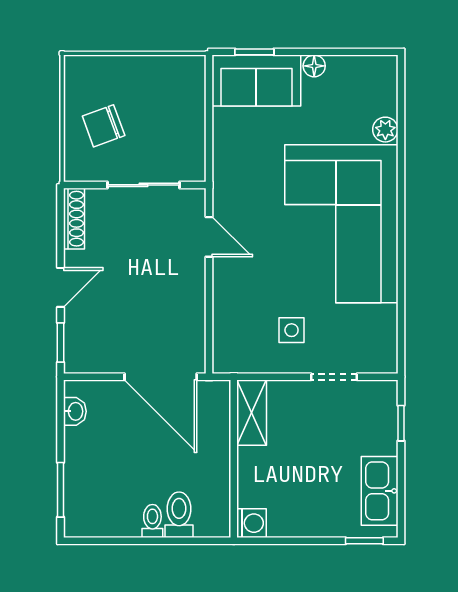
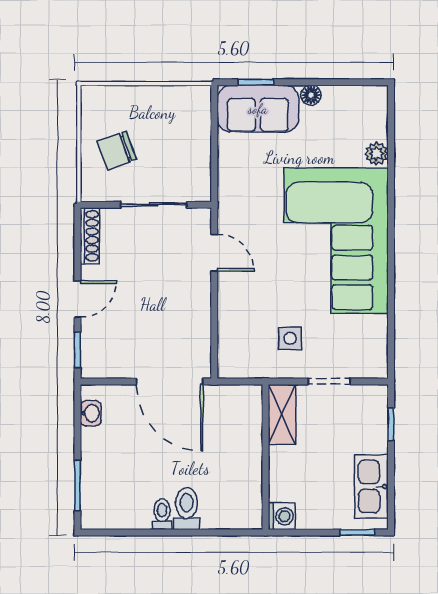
shelving: (252, 413) -> (282, 414), moved
wall: (234, 459) -> (266, 457), moved
washing machine: (251, 523) -> (282, 516), moved

